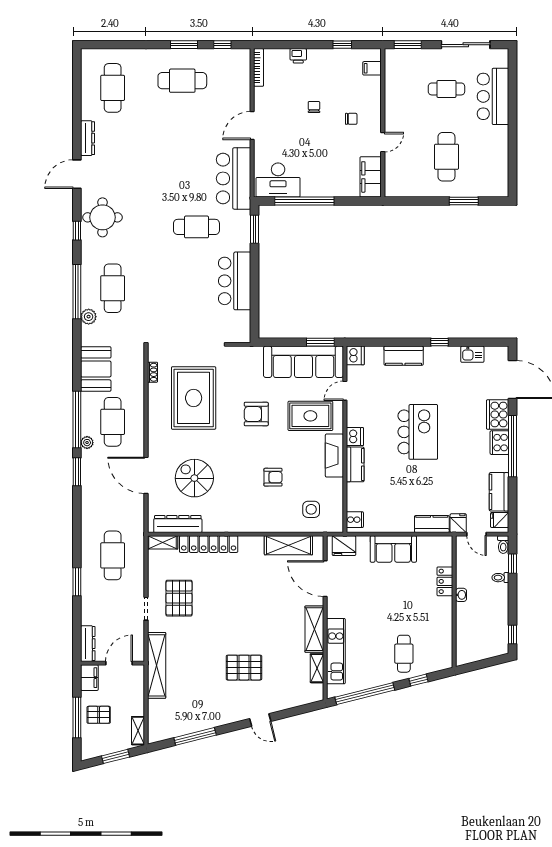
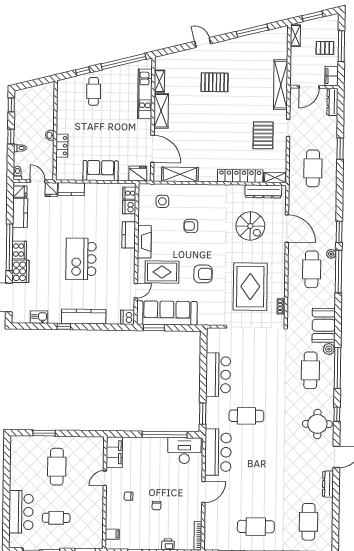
kitchen counter: (404, 356) -> (84, 317), width x1.50
booth: (96, 369) -> (324, 325), moved
dishwasher: (355, 437) -> (129, 207), moved
window: (512, 564) -> (11, 136), moved

